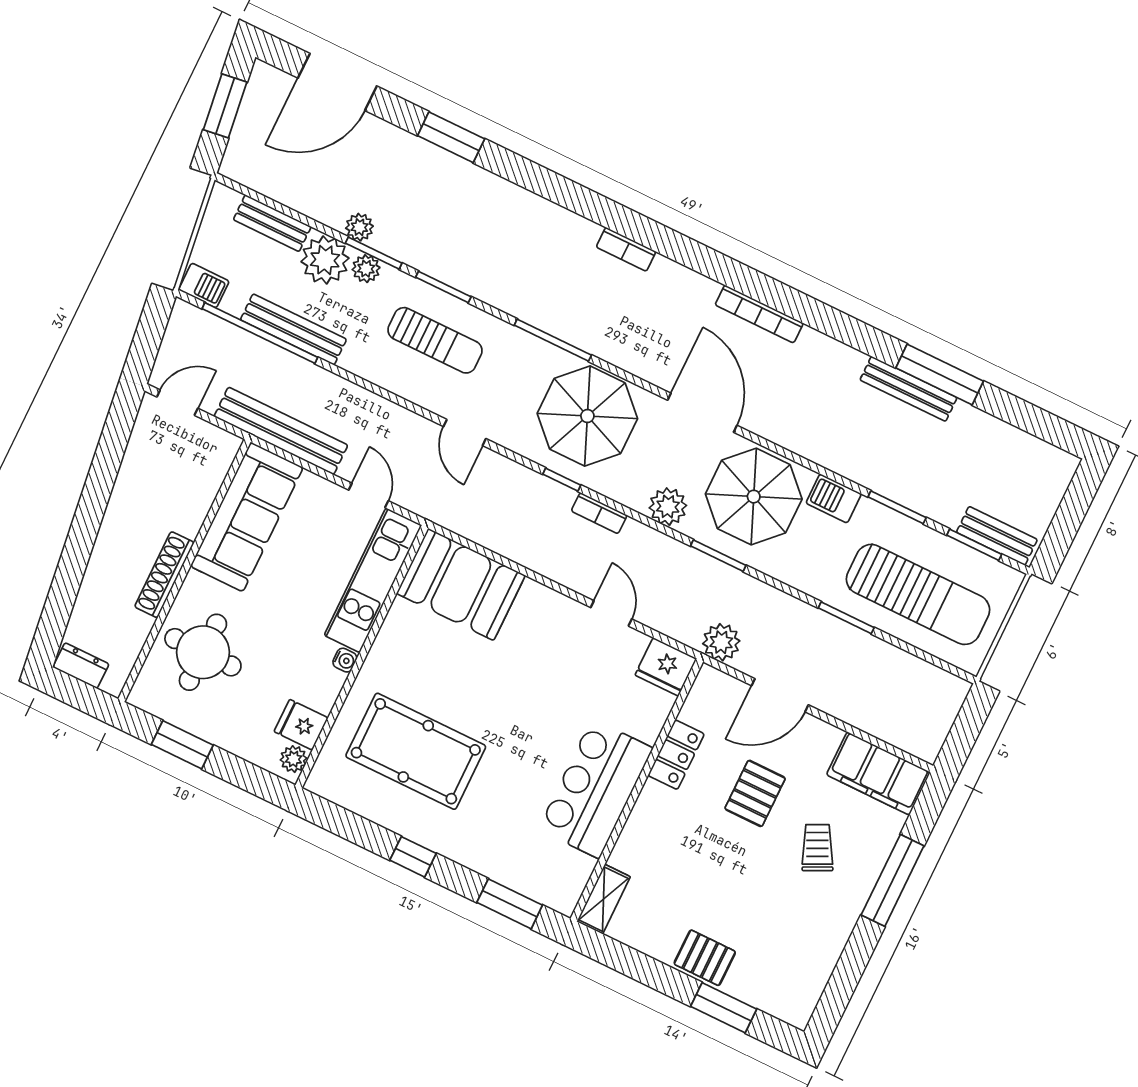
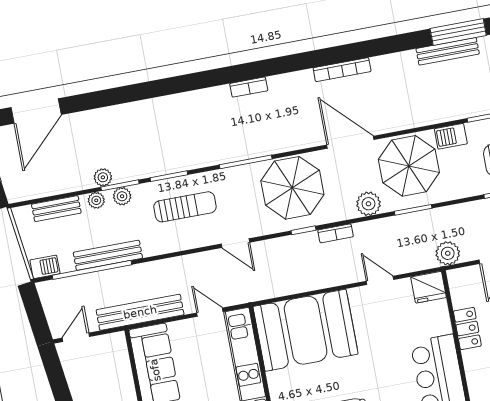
window: (451, 137) -> (116, 96), removed
plant: (325, 260) -> (96, 200), width x0.53, depth x0.53
booth: (461, 584) -> (306, 330), width x1.36, depth x1.42

